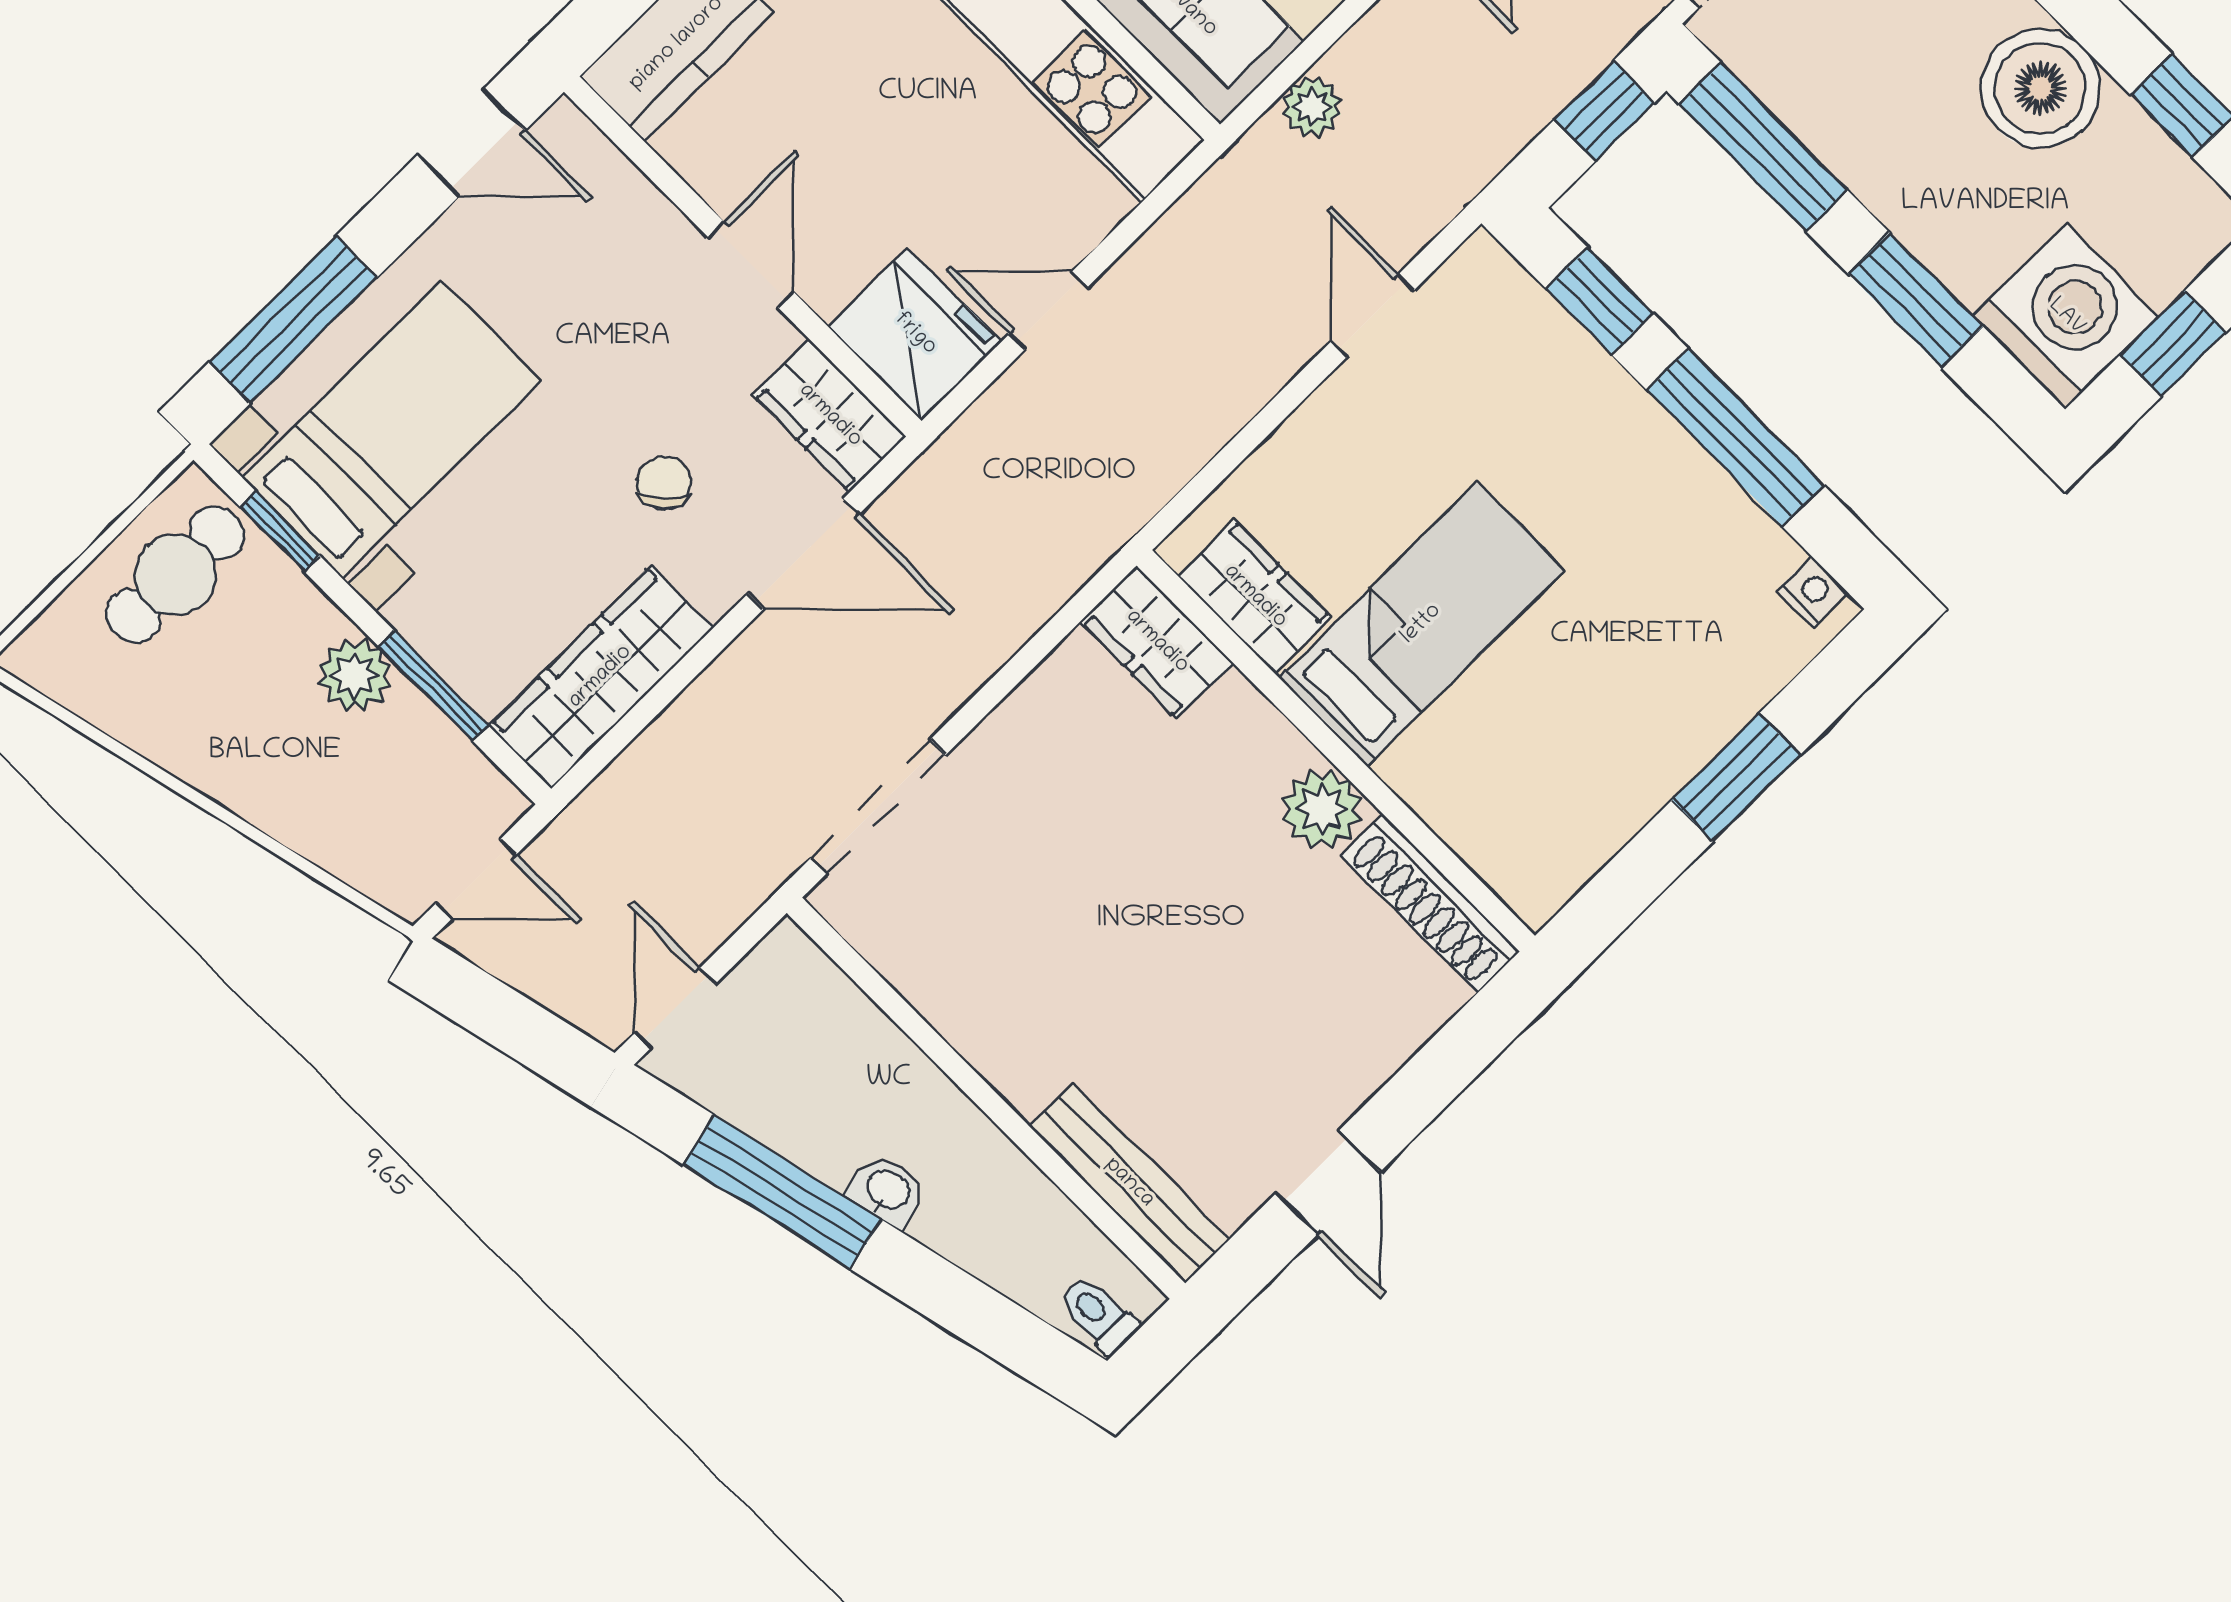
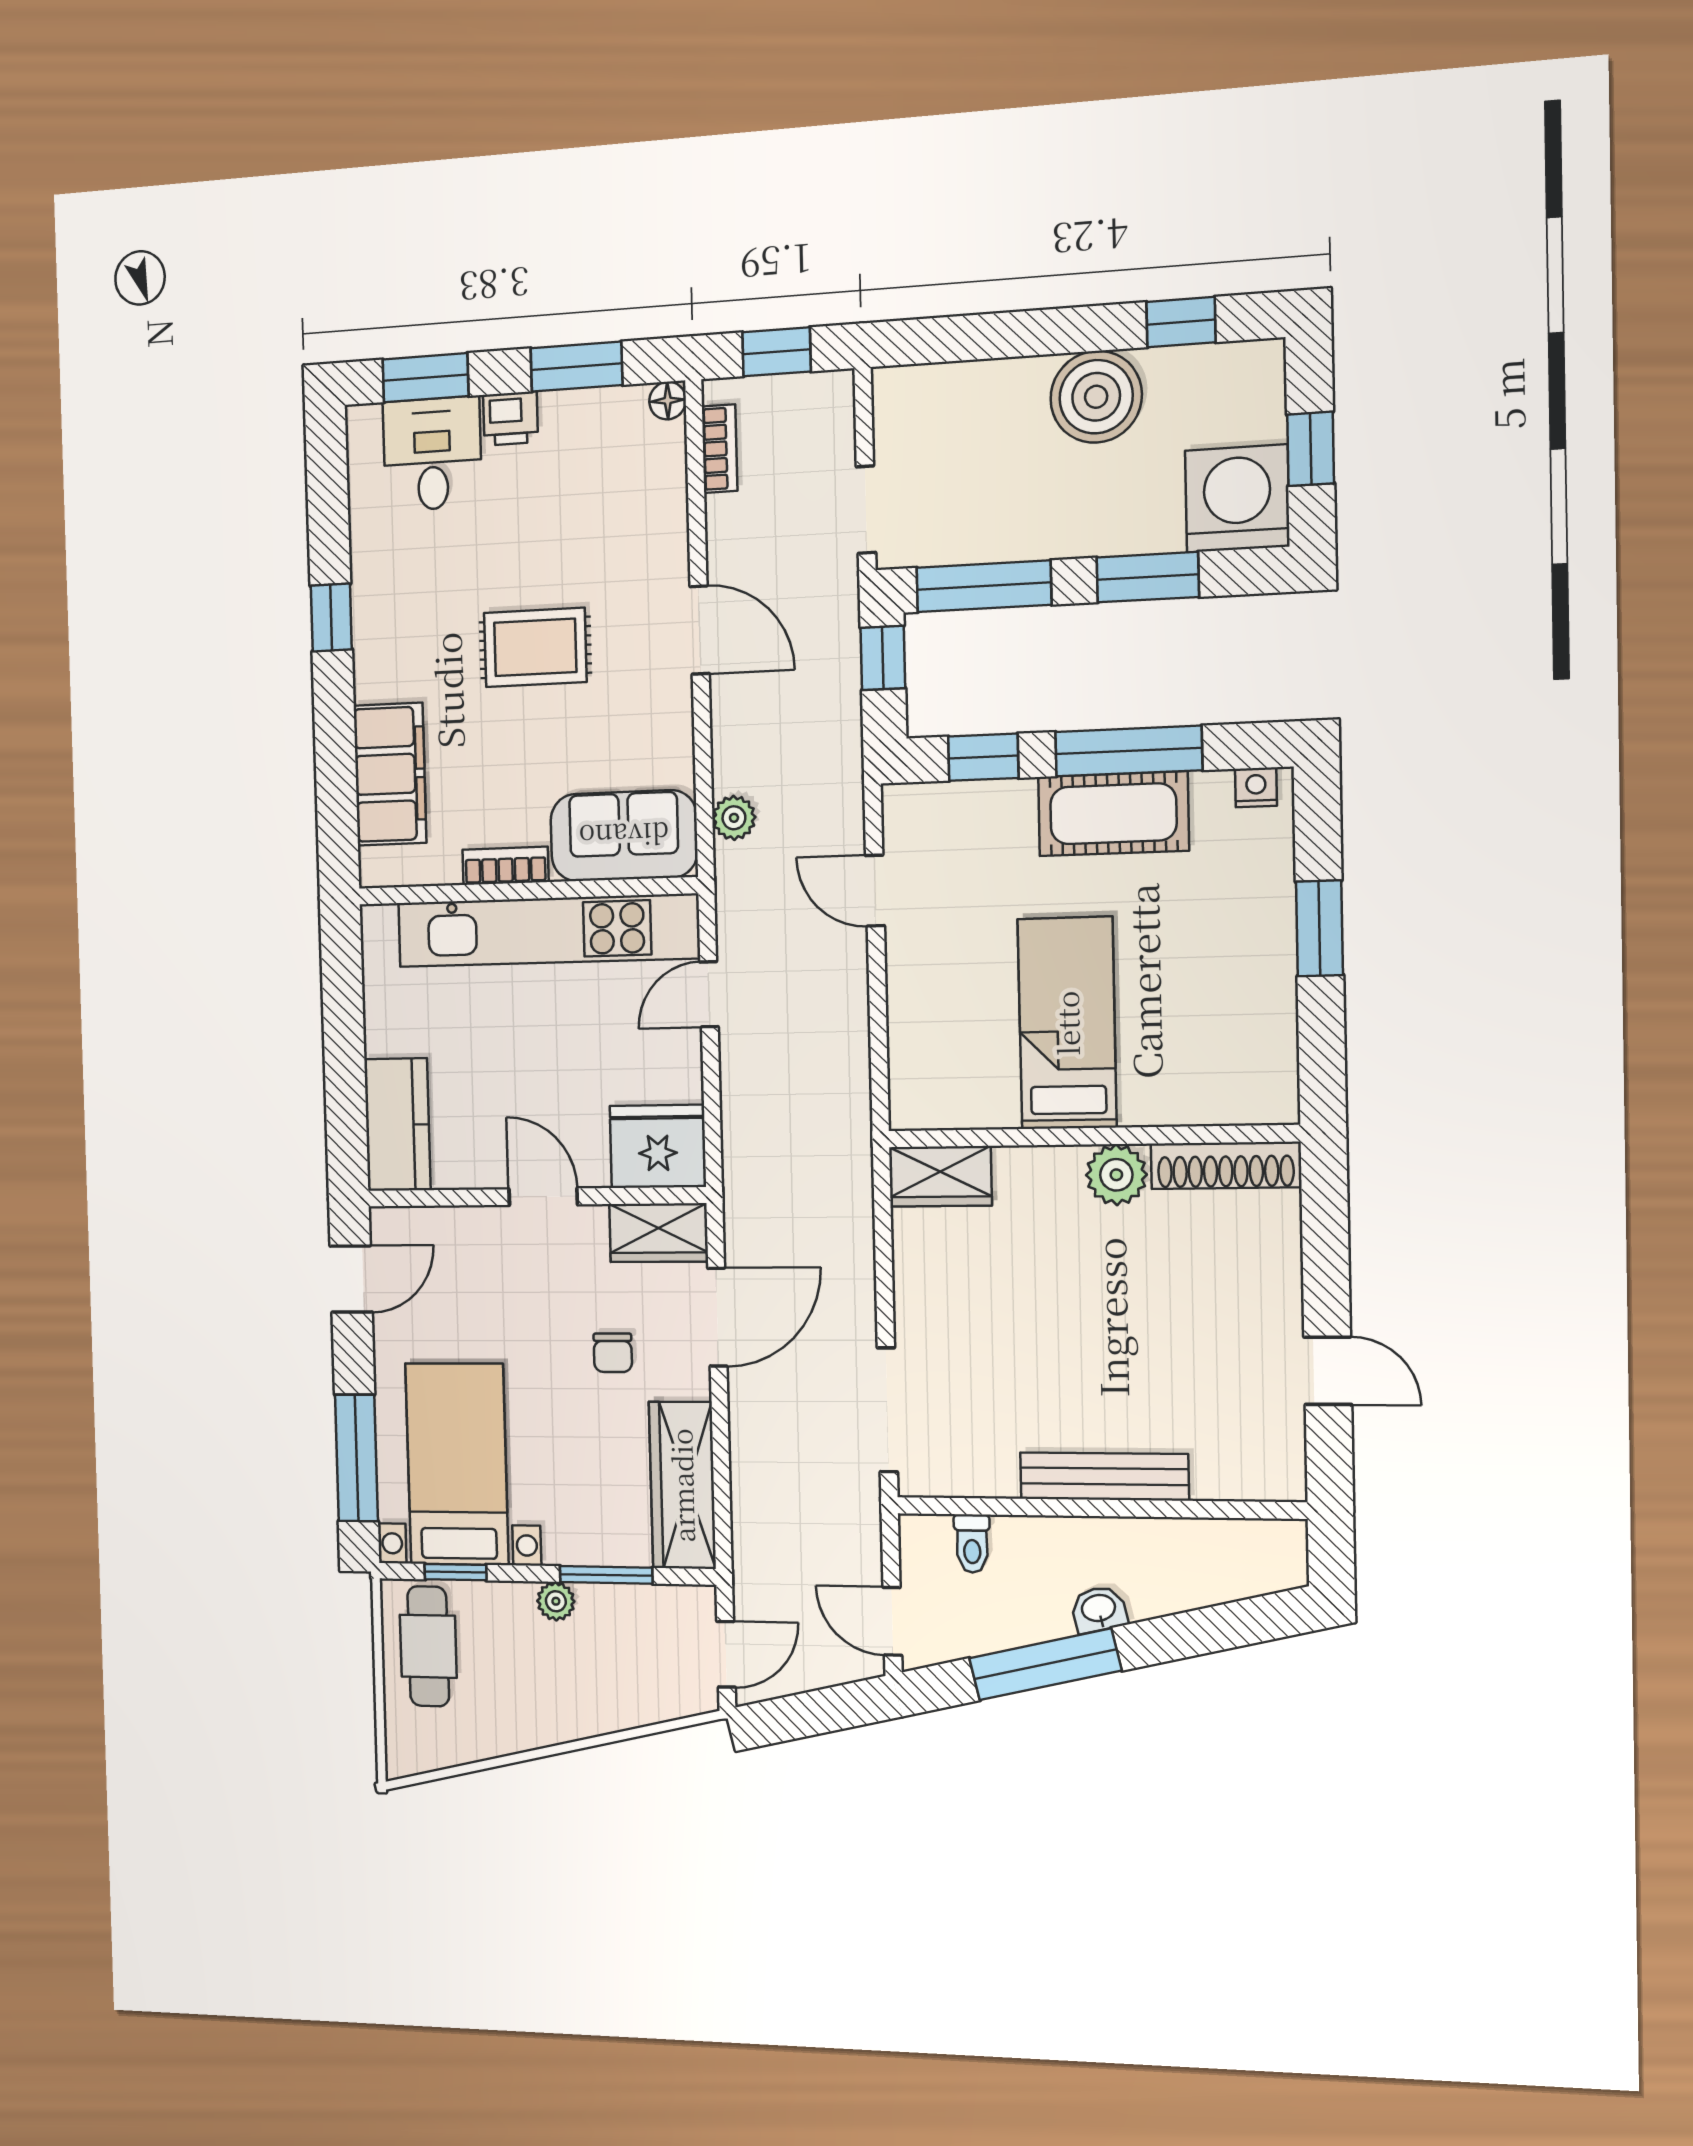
door: (1048, 311) -> (709, 994), moved
cot: (1662, 479) -> (1113, 814), added
chair: (664, 482) -> (613, 1353), turned -138
wardrobe: (1255, 597) -> (966, 1100), removed
plant: (355, 675) -> (556, 1601), width x0.73, depth x0.73
bench: (1129, 1183) -> (1104, 1476), moved
toilet: (1098, 1315) -> (972, 1543), moved, turned -90

